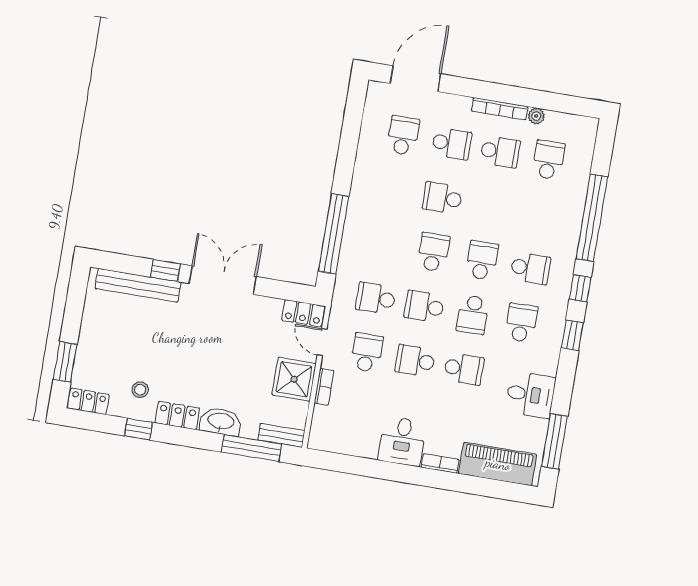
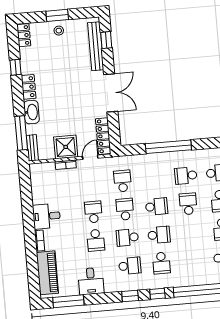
window: (334, 234) -> (168, 147), moved
window: (165, 270) -> (106, 40), moved
locker: (303, 313) -> (103, 136), width x1.53
school desk: (367, 353) -> (186, 176), moved, turned 180
window: (65, 362) -> (57, 15), moved
stool: (140, 390) -> (59, 31), moved

